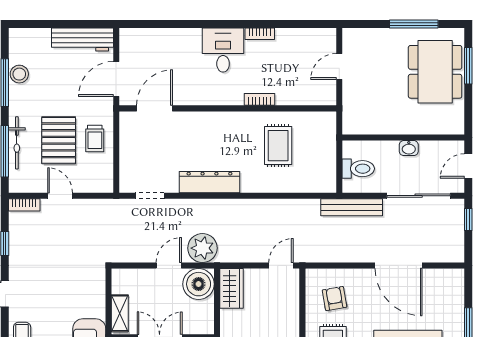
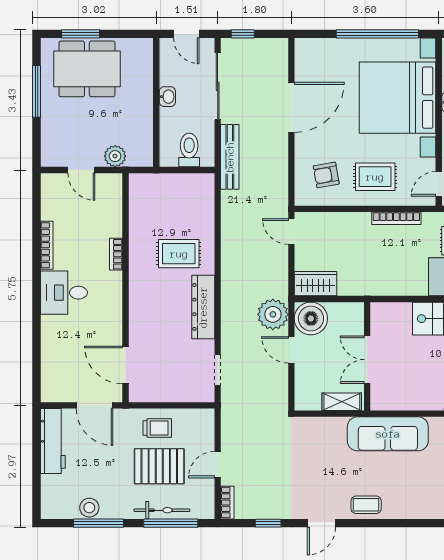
bookcase: (260, 34) -> (47, 245), width x1.56
plant: (352, 98) -> (115, 156), added
rug: (278, 146) -> (179, 254), moved

